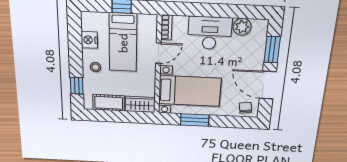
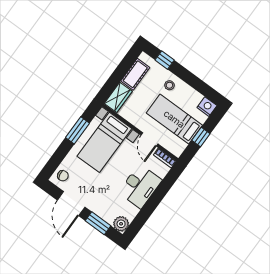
plant: (242, 27) -> (121, 224), moved
nightstand: (89, 40) -> (207, 107), moved
door: (268, 85) -> (71, 204), swing flipped

